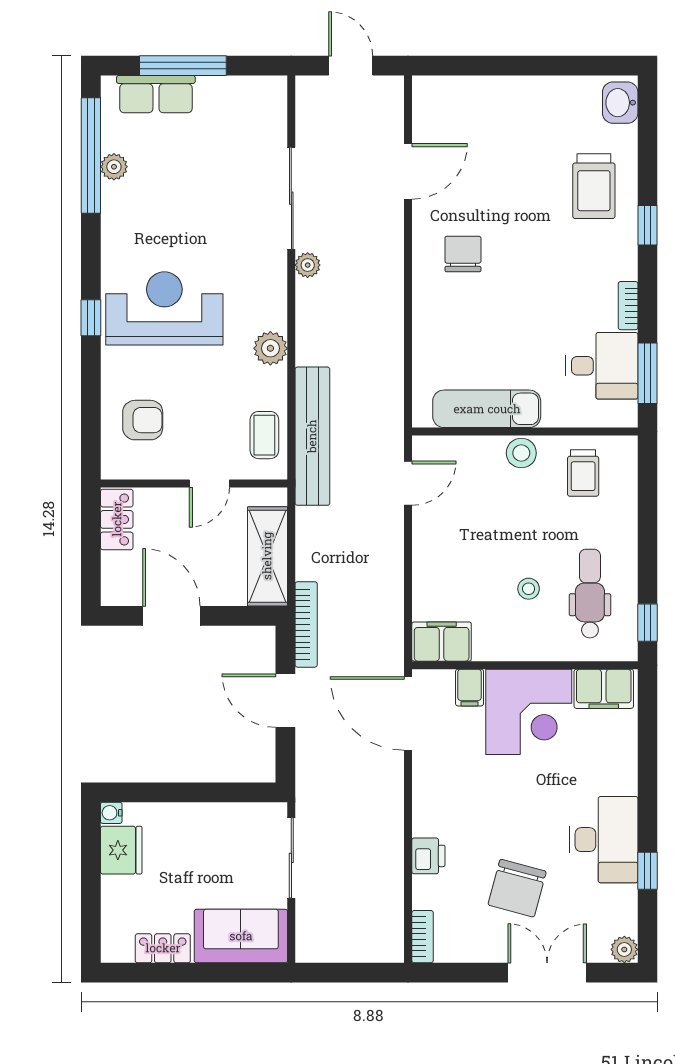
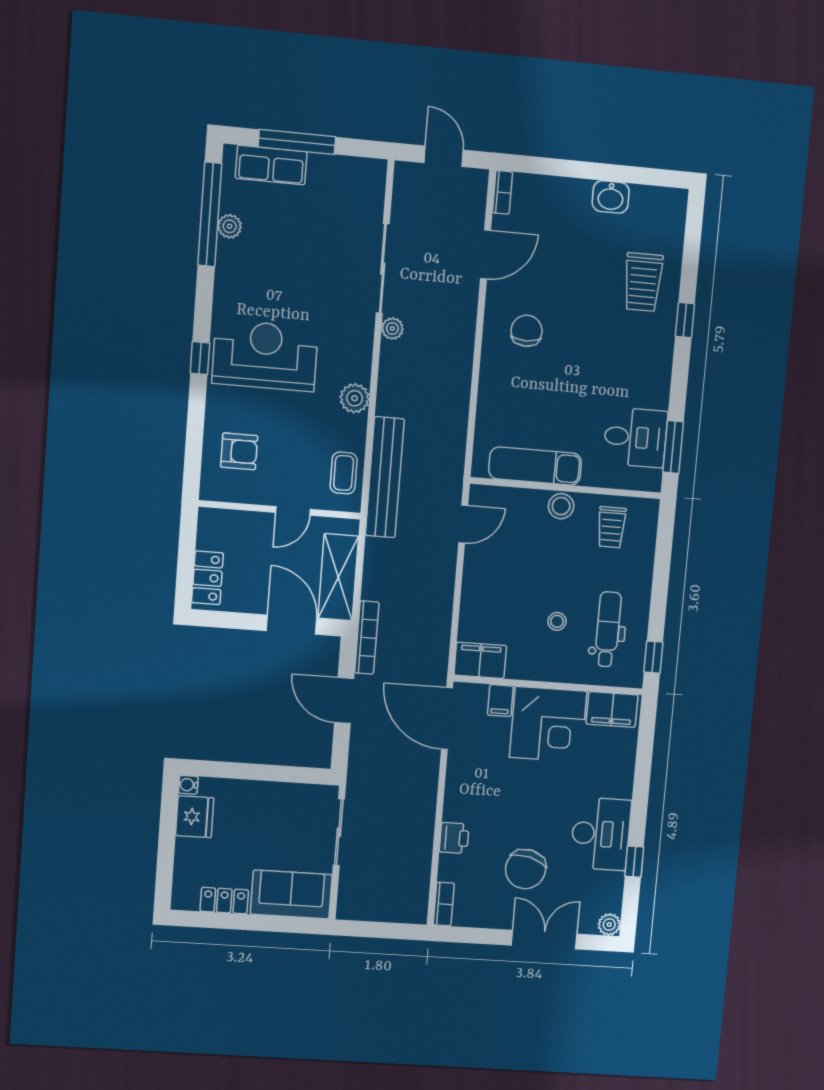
washbasin: (620, 103) -> (611, 197), moved, turned -90
bookcase: (628, 306) -> (503, 192), moved, turned 180
locker: (117, 519) -> (207, 578), moved
door: (171, 616) -> (292, 625), moved

